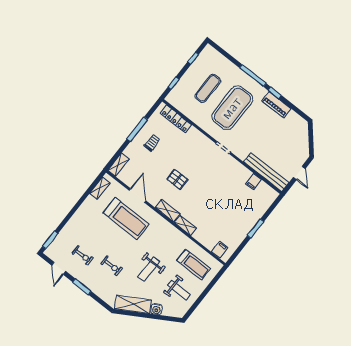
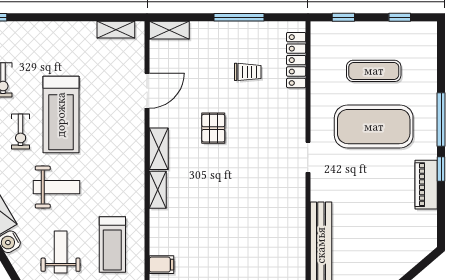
trolley: (152, 143) -> (248, 72), moved
filing cabinet: (254, 182) -> (294, 237), removed
treadmill: (126, 218) -> (61, 115), moved
weight bench: (149, 269) -> (57, 187), turned 180
weight bench: (179, 290) -> (61, 252), turned 180

